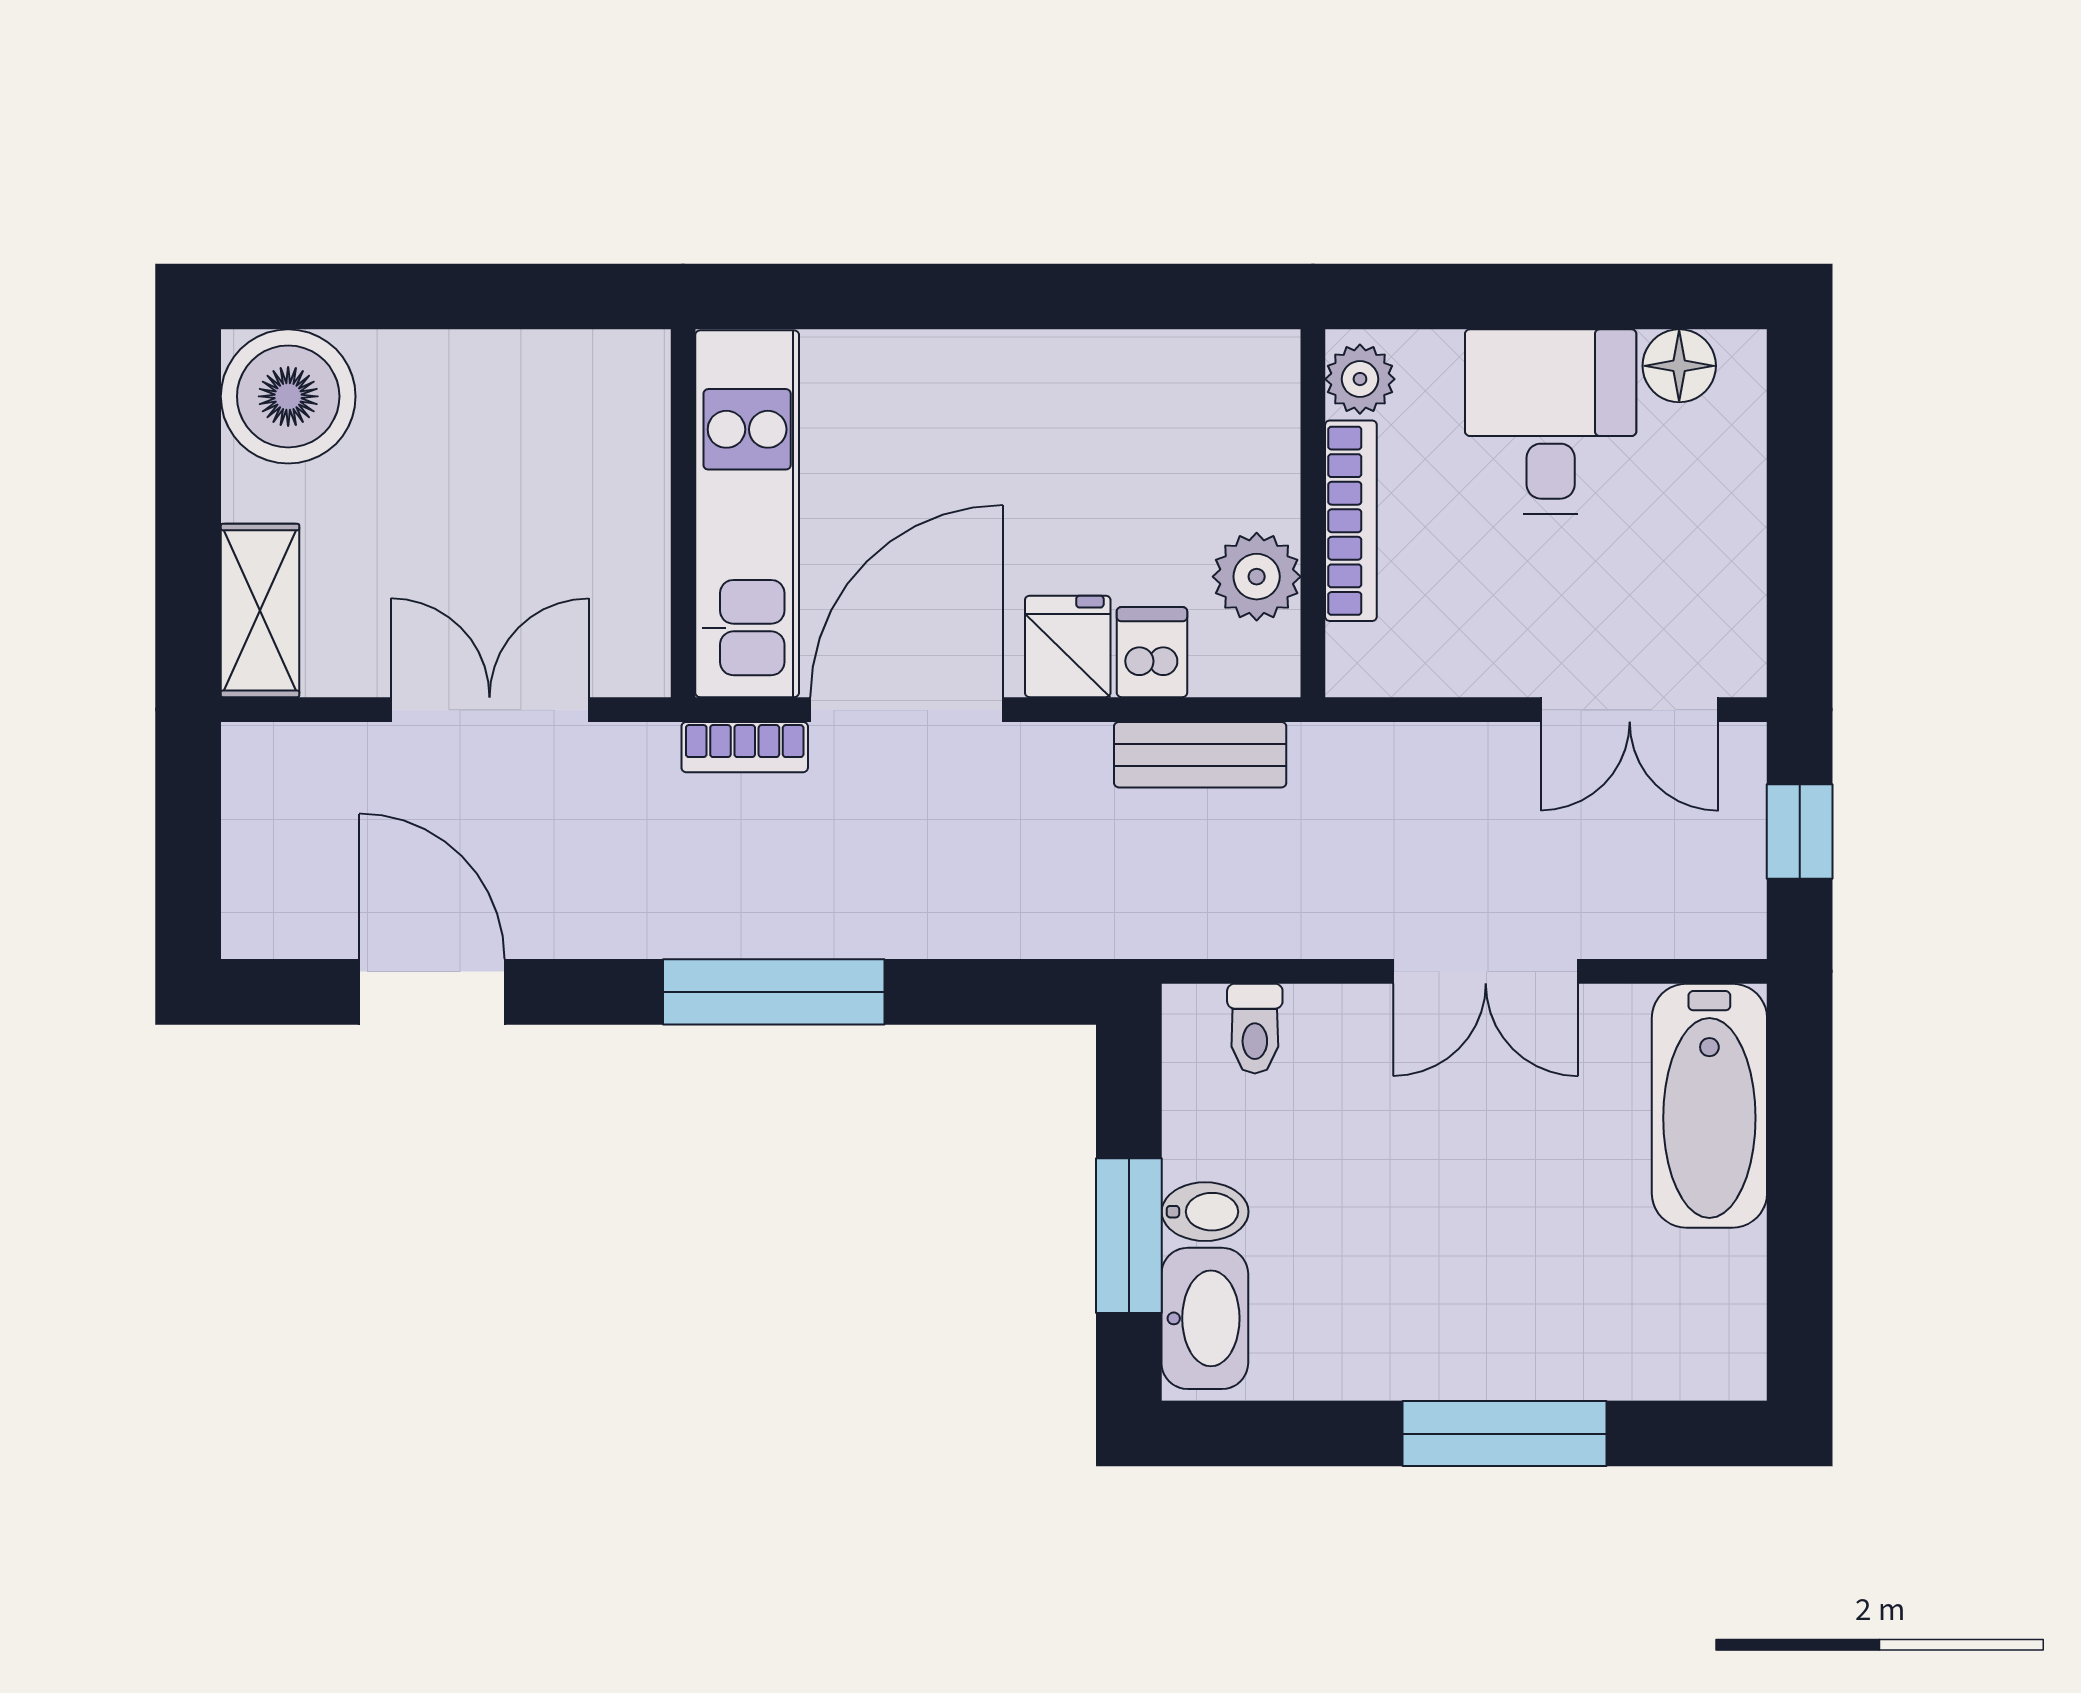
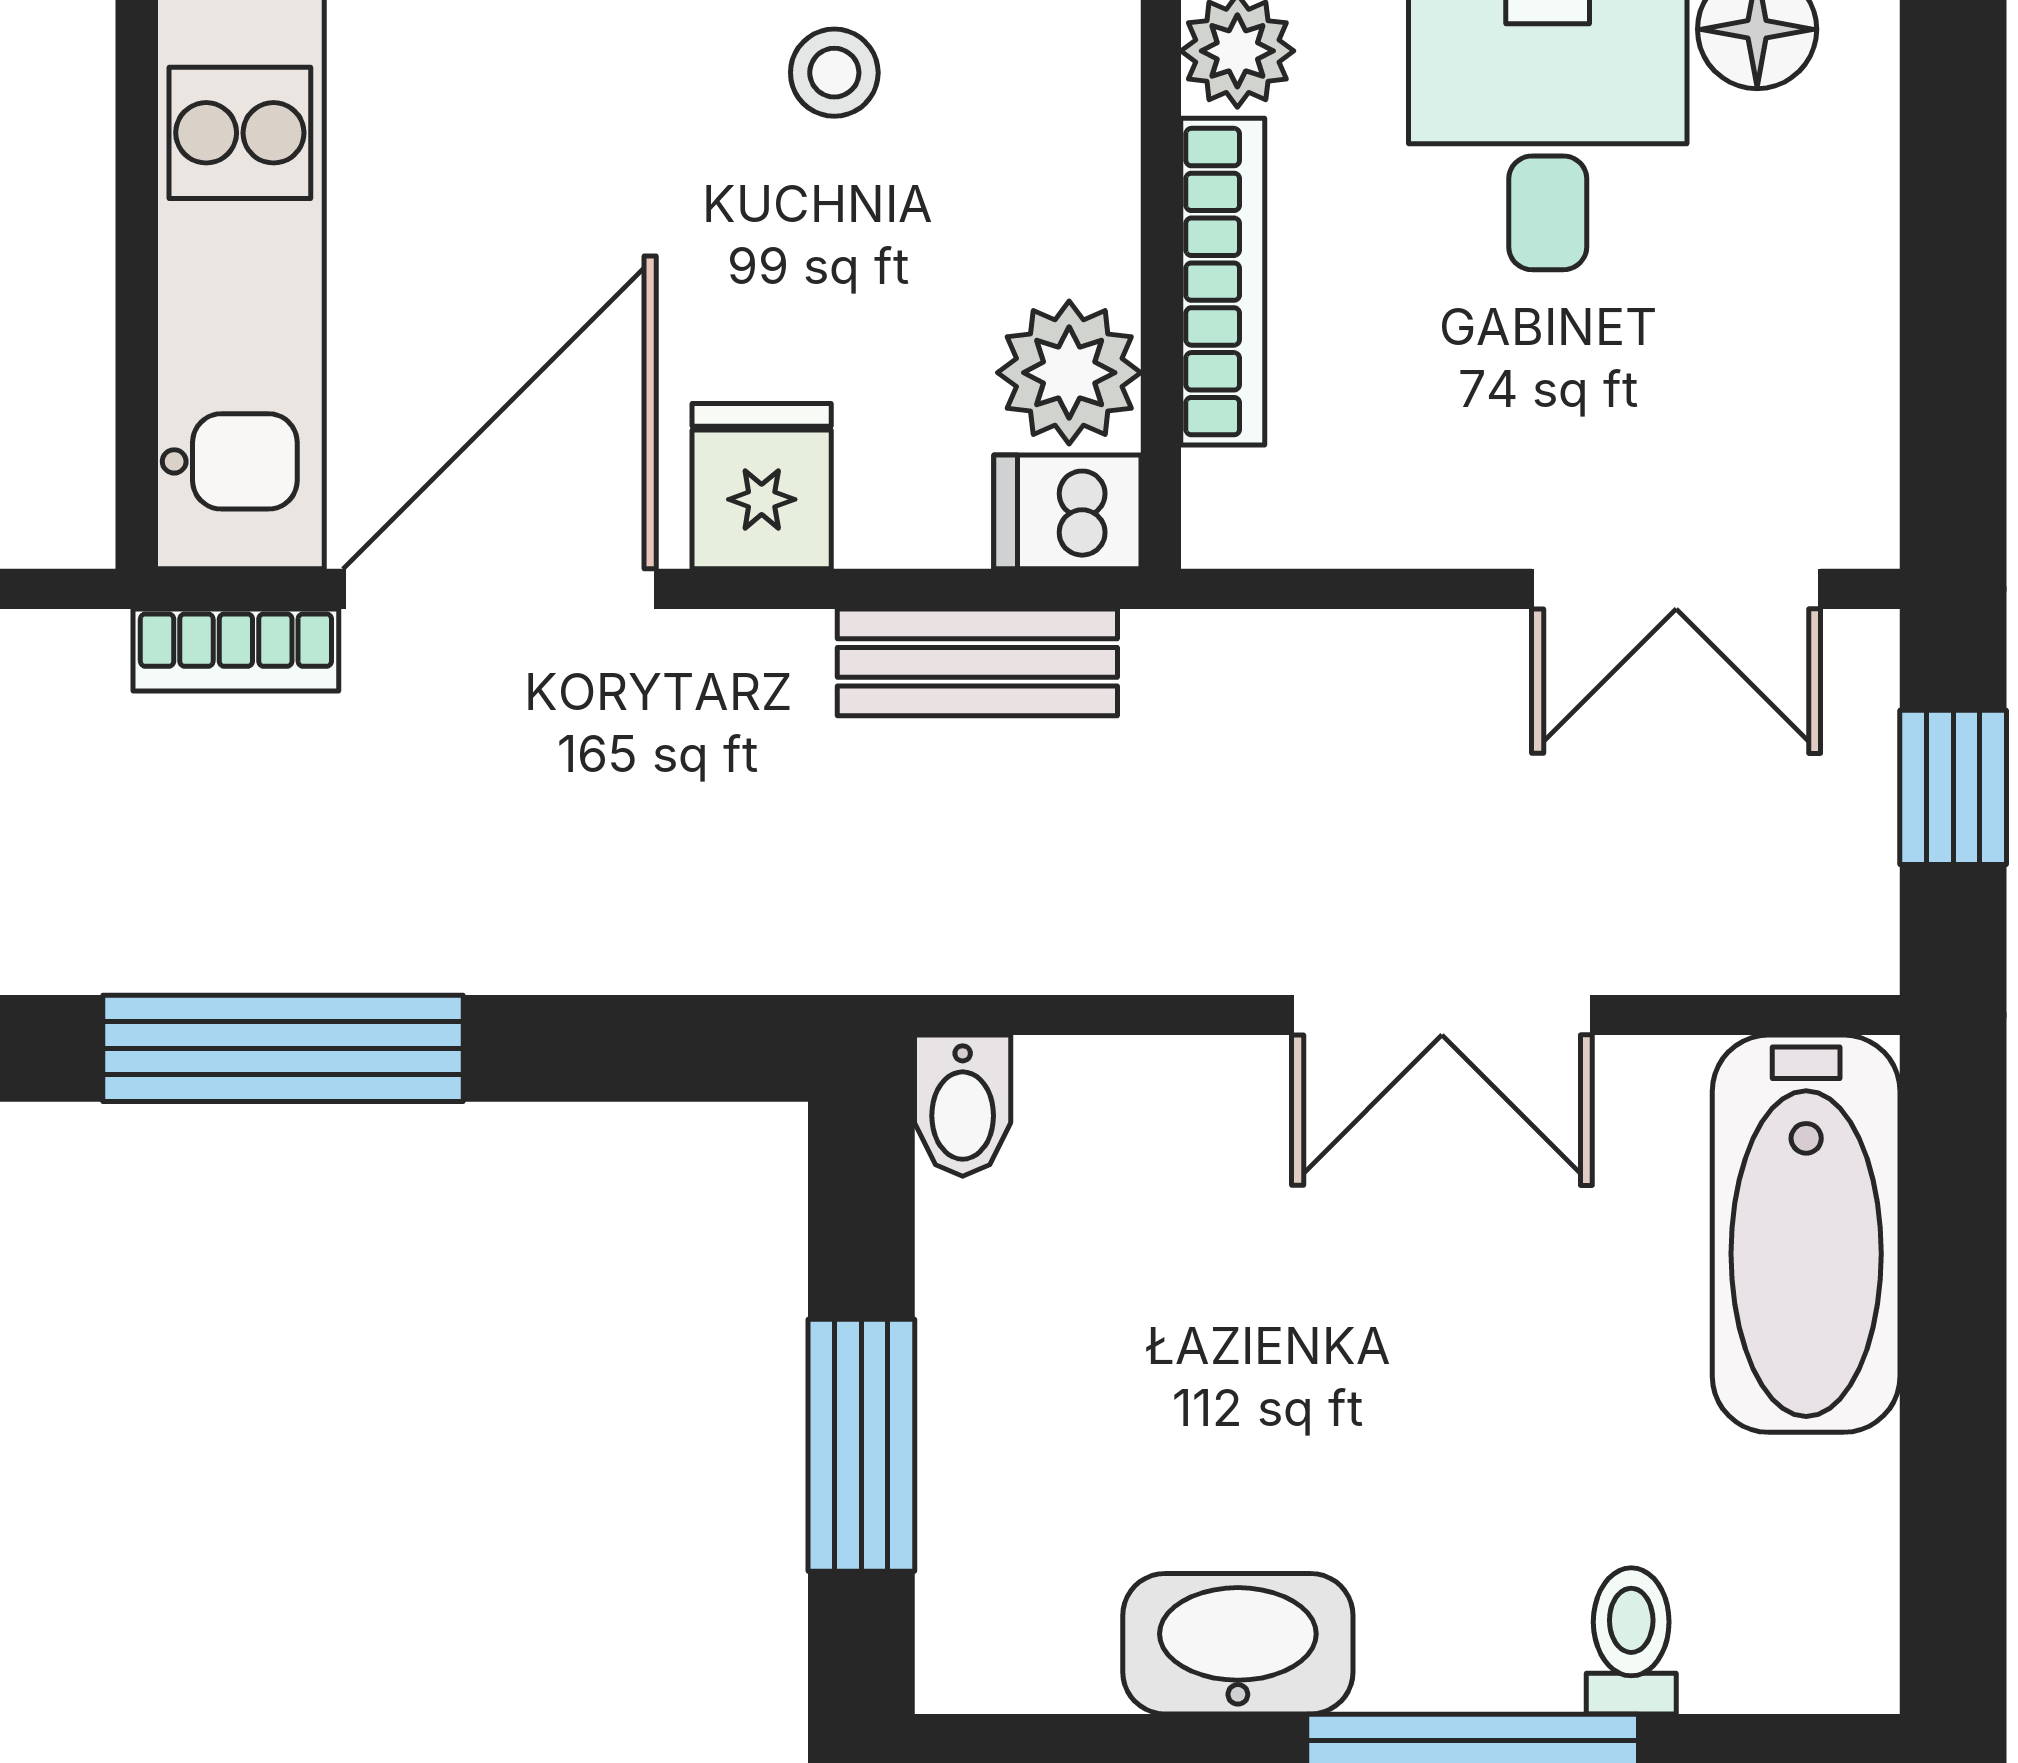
stool: (1112, 392) -> (834, 73), added
dishwasher: (1152, 652) -> (1067, 512), moved, turned -90
toilet: (1255, 1029) -> (1631, 1641), moved, turned 180
bidet: (1205, 1212) -> (963, 1106), moved, turned 90
washbasin: (1205, 1318) -> (1238, 1644), moved, turned -90

